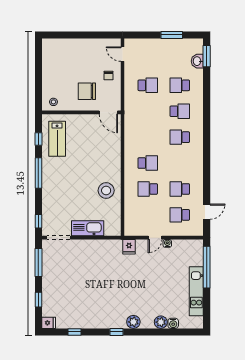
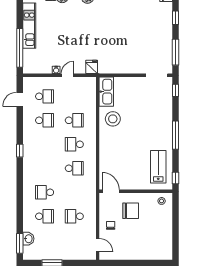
school desk: (180, 137) -> (74, 168), moved
window: (38, 139) -> (175, 178), moved
window: (207, 156) -> (20, 151), added
kitchen sink: (88, 228) -> (106, 92), moved, turned -90

